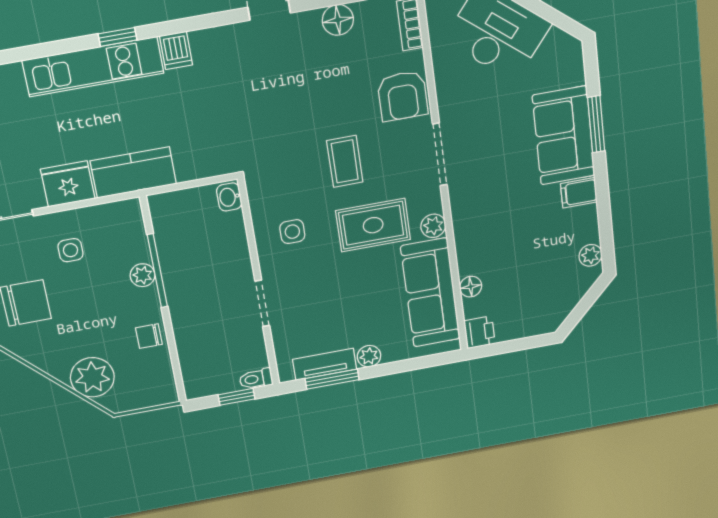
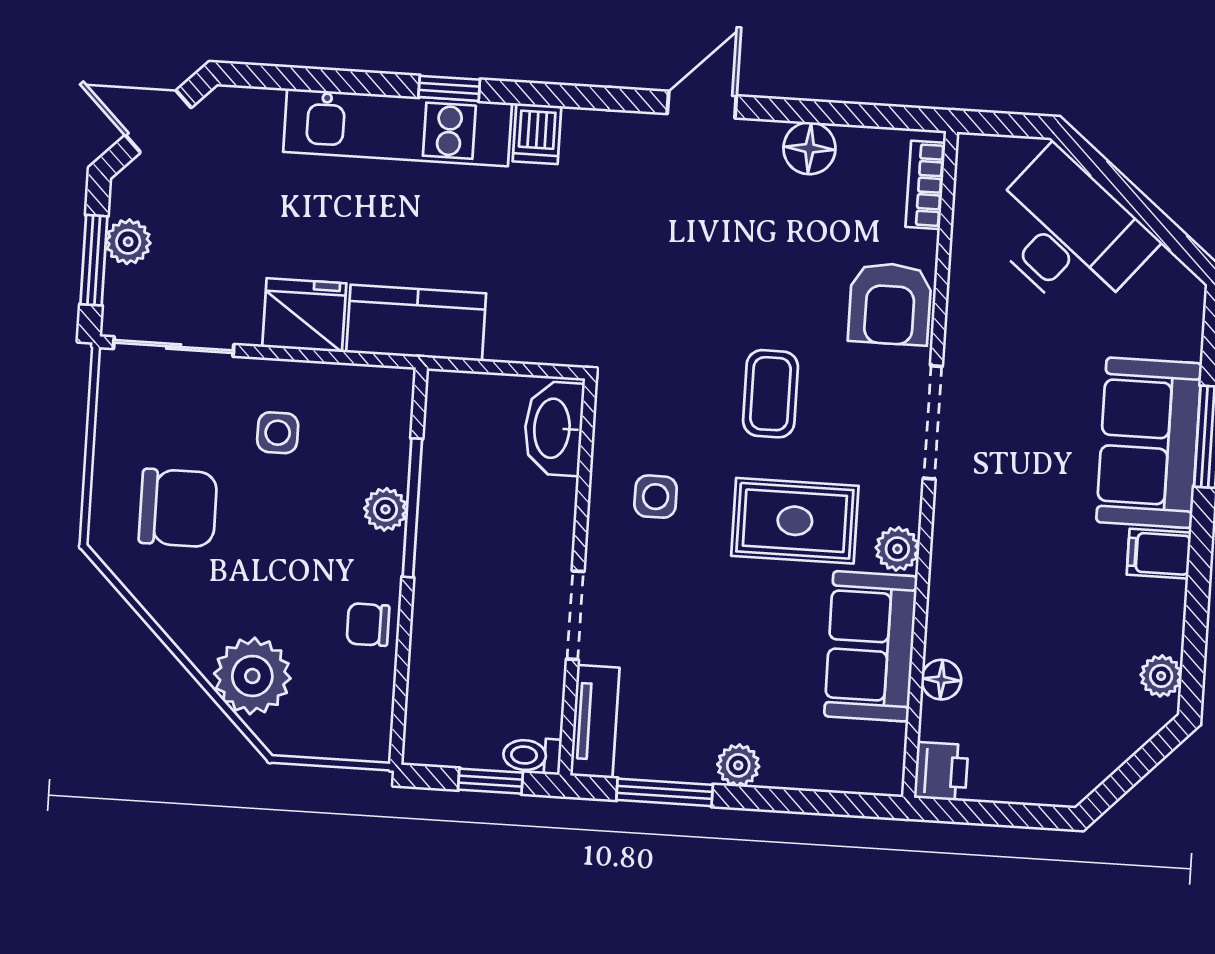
washbasin: (229, 197) -> (554, 428), width x1.91, depth x1.45
sofa: (430, 293) -> (871, 646), width x0.73
tv unit: (325, 364) -> (595, 722), moved, turned 90

